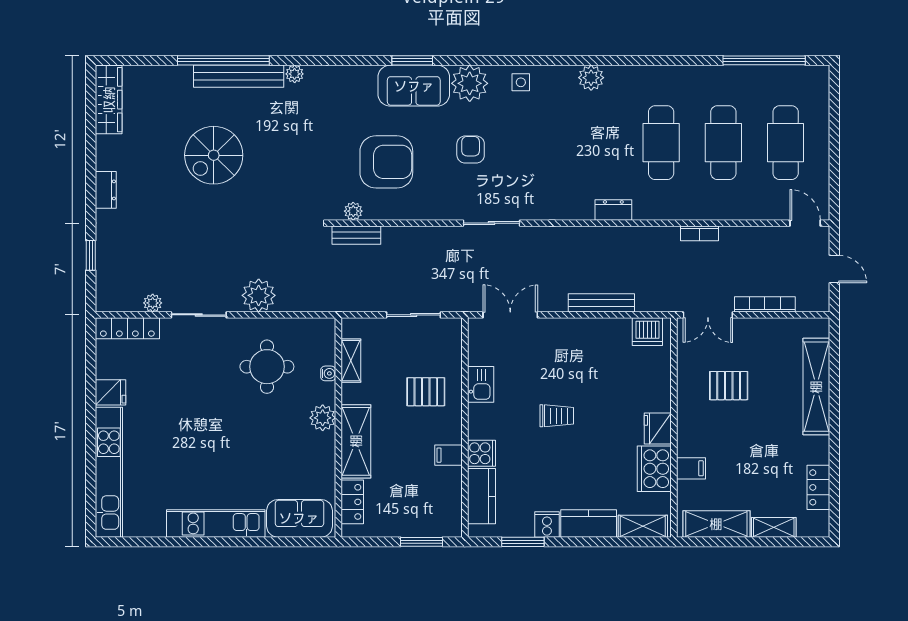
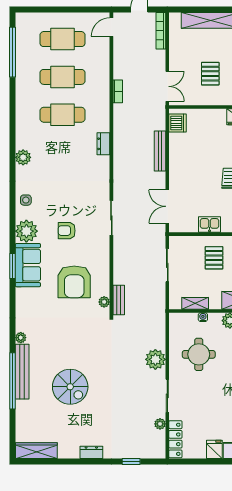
armchair: (386, 162) -> (74, 282), turned 180
bookcase: (765, 304) -> (161, 31), moved

